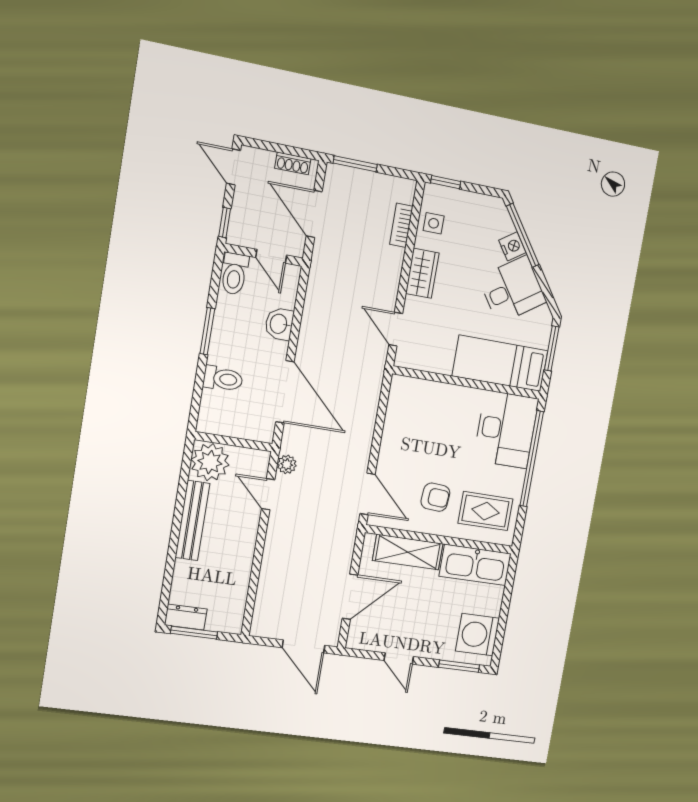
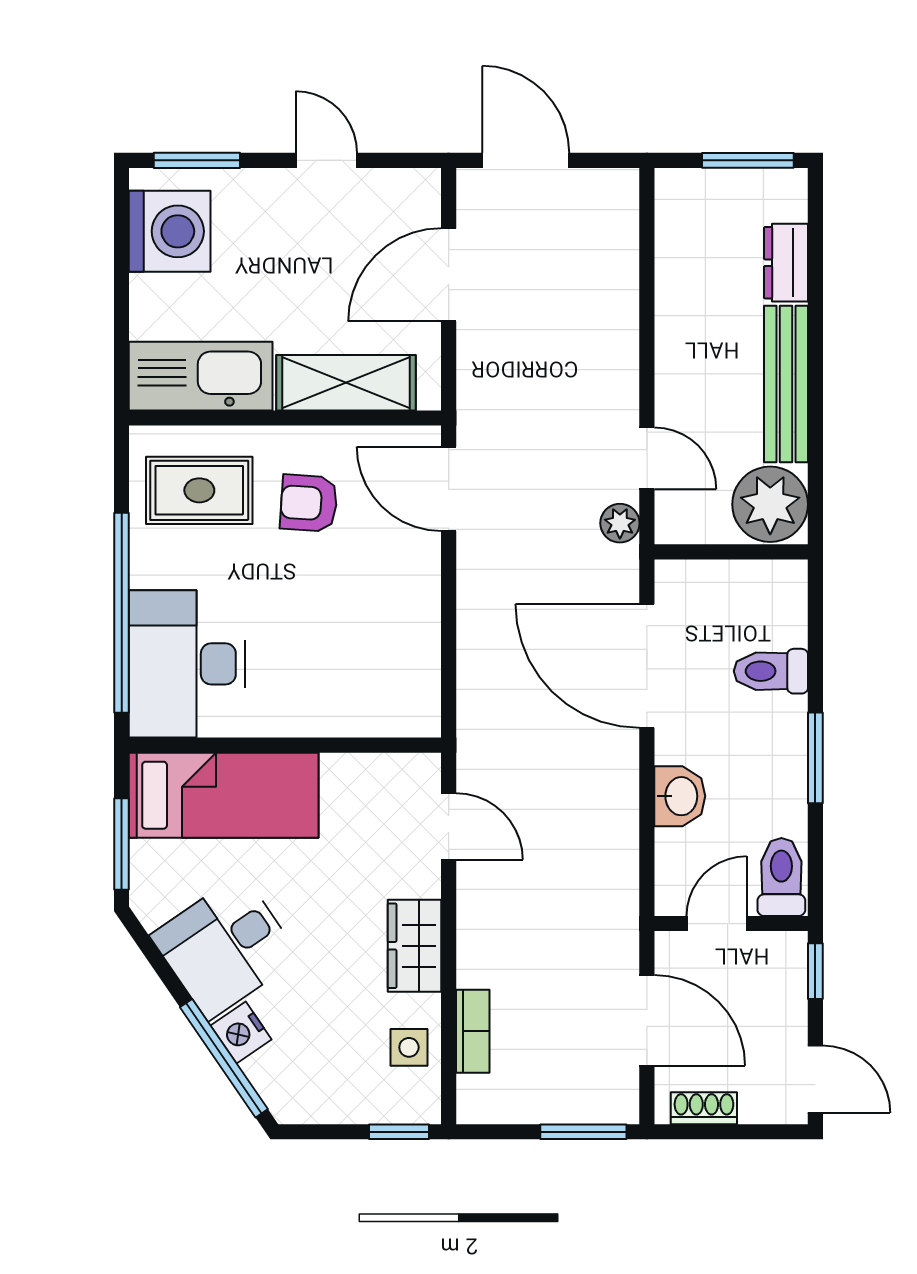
door: (271, 256) -> (717, 924), hinge flipped
dresser: (186, 617) -> (786, 263), moved, turned 90

